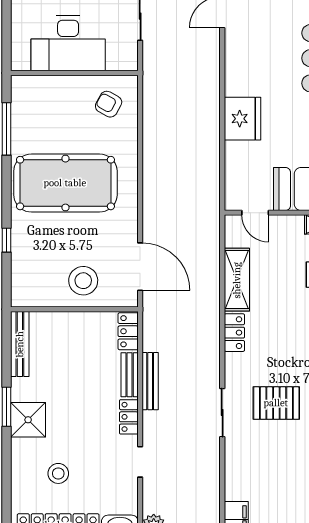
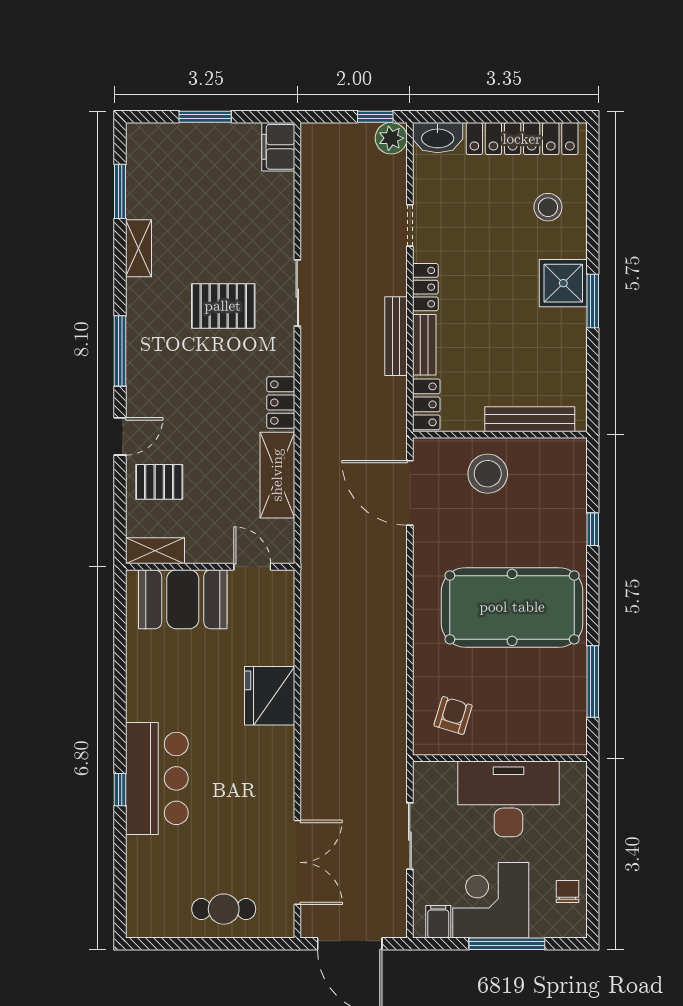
armchair: (109, 104) -> (453, 715), turned -102
bench: (20, 344) -> (530, 419), moved, turned 90
stool: (58, 473) -> (548, 207), moved

